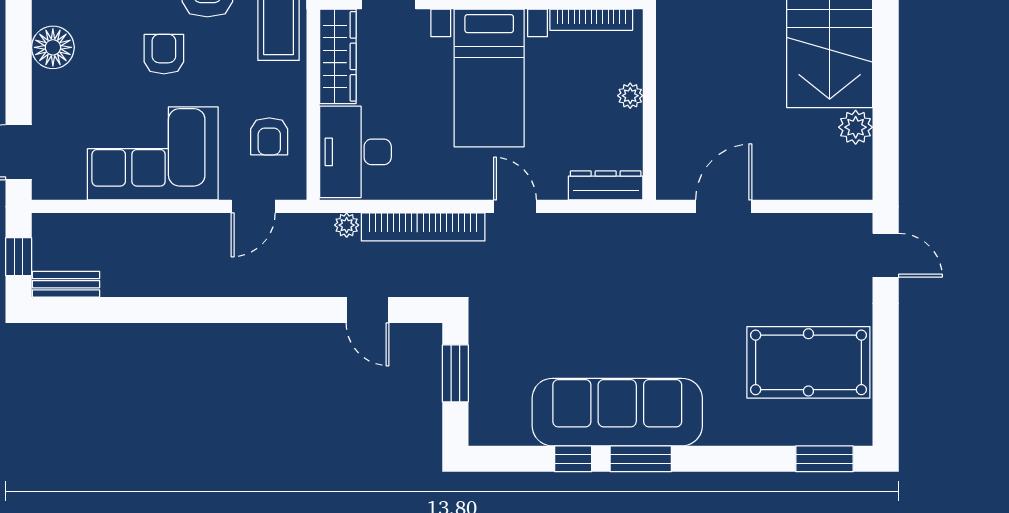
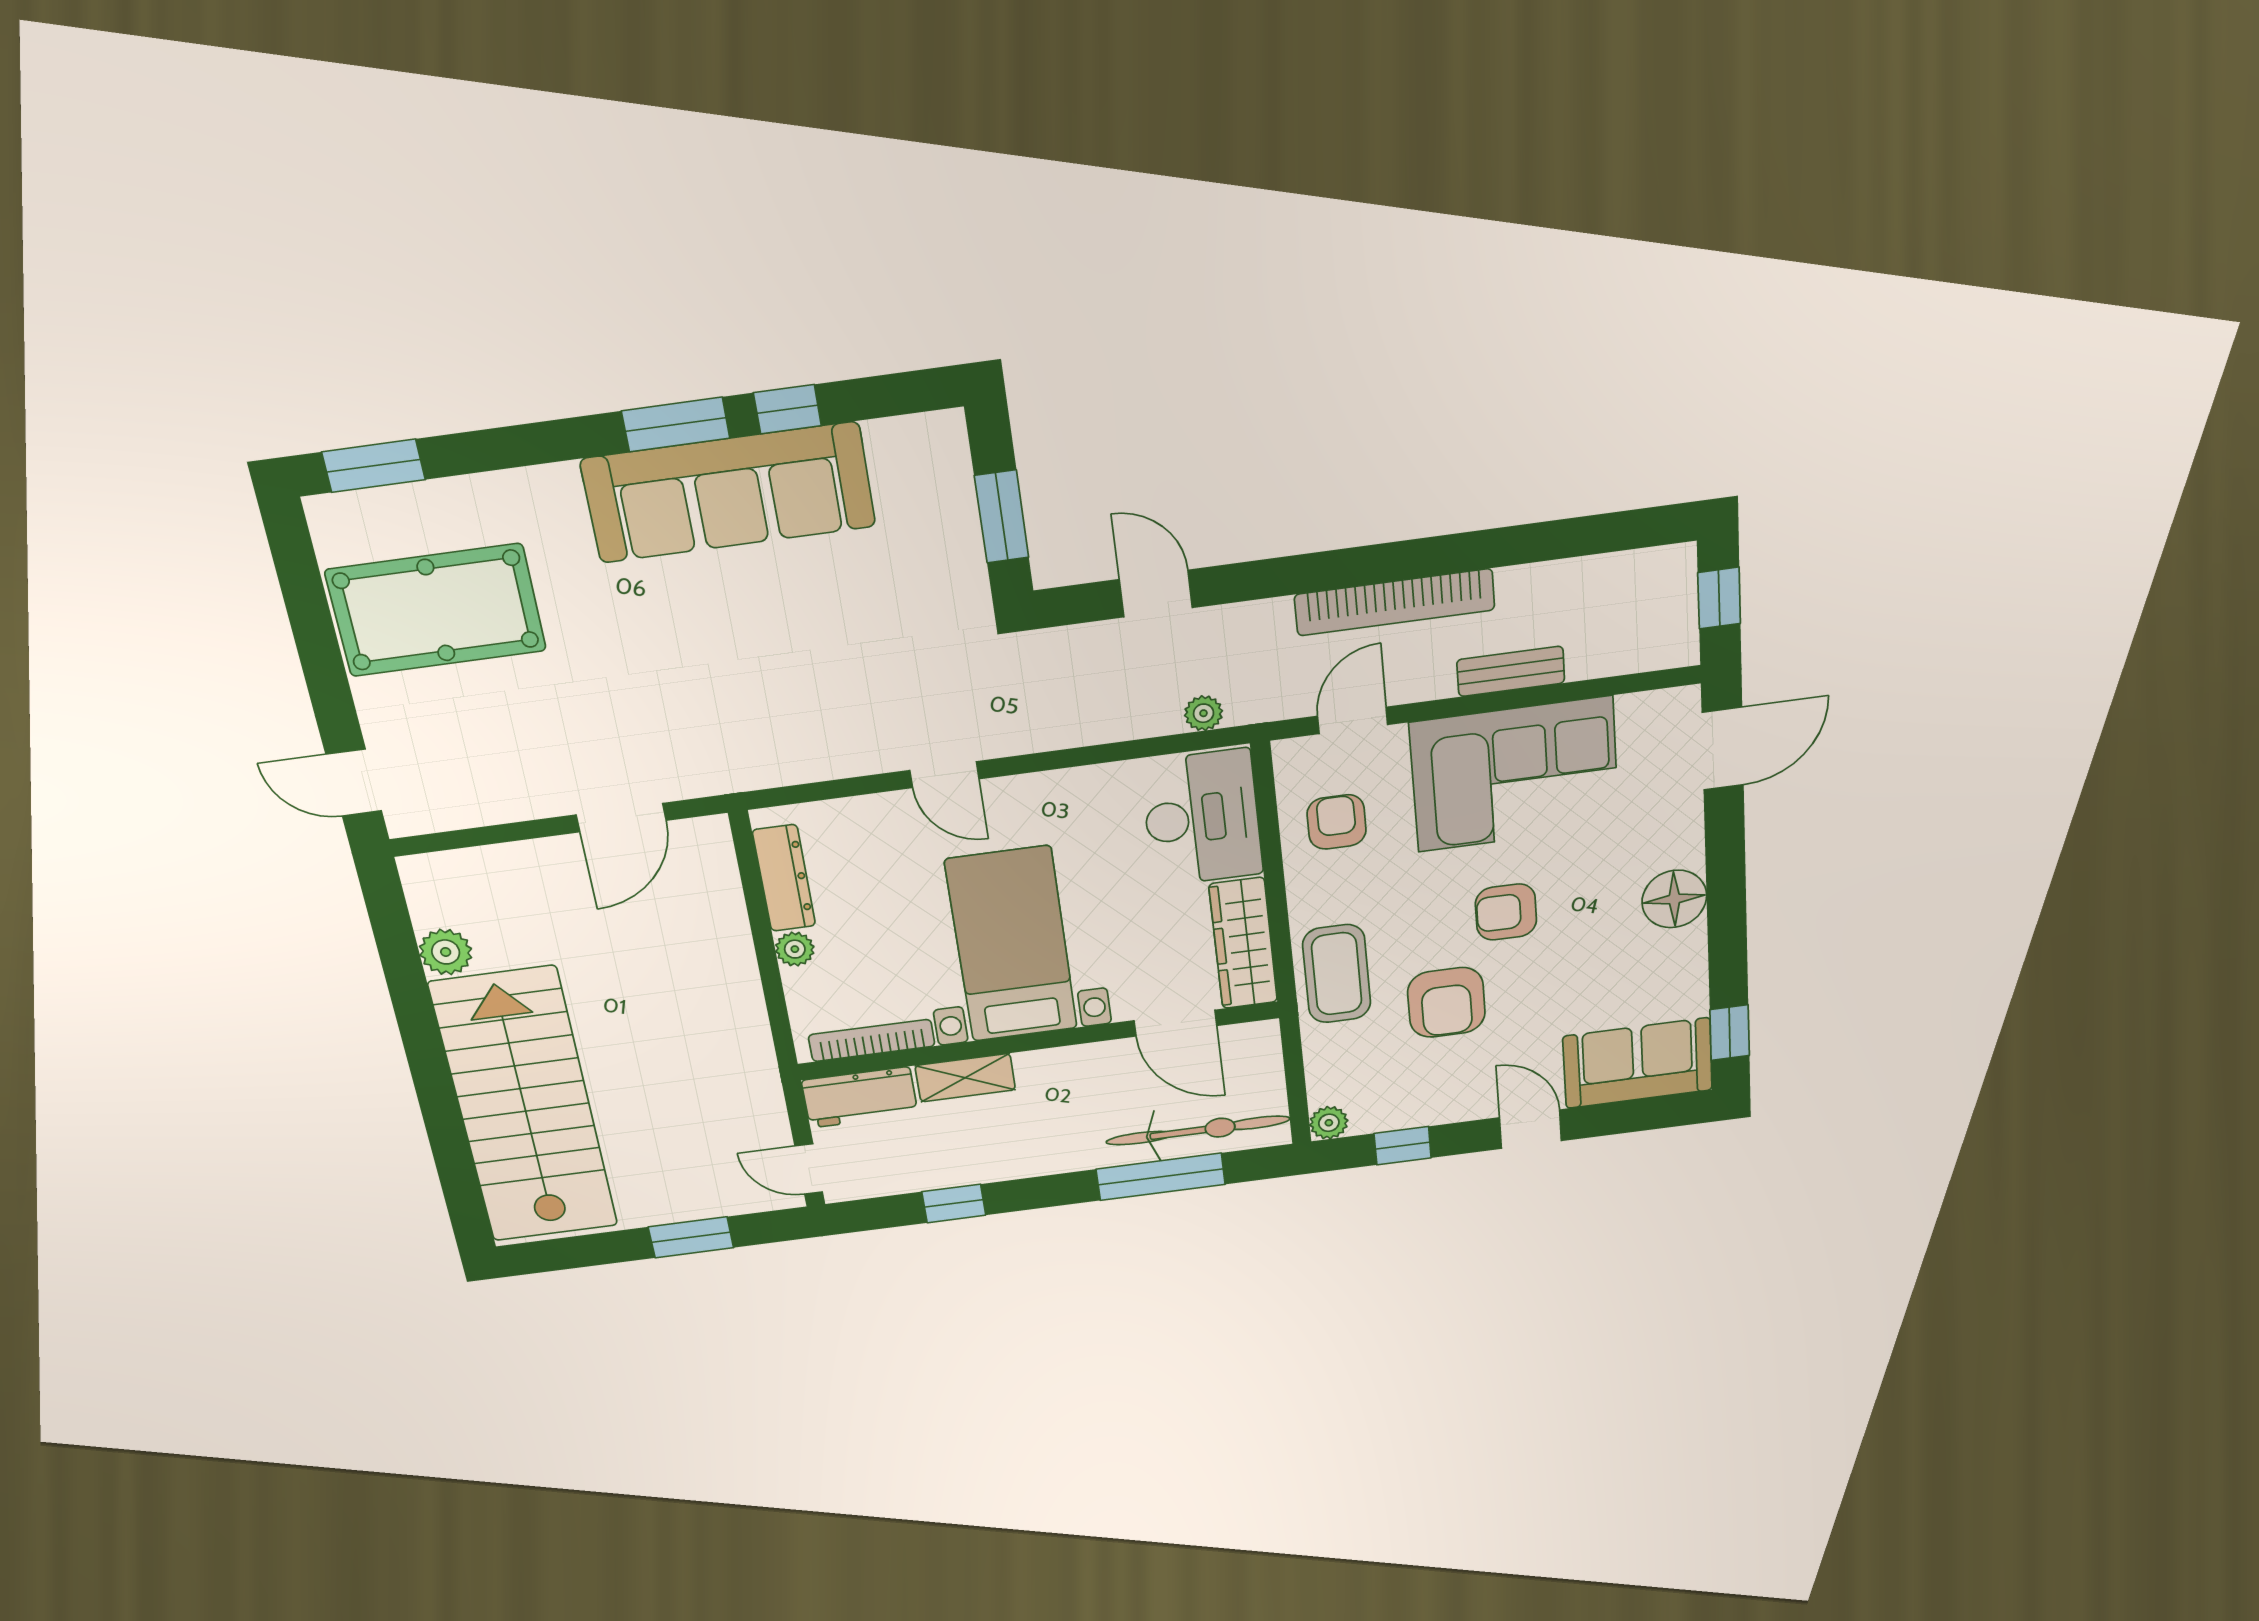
armchair: (164, 54) -> (1506, 912), turned 90
dresser: (606, 185) -> (784, 878), moved, turned -90
bookcase: (423, 227) -> (1395, 602), moved, turned 180
bench: (66, 284) -> (1511, 671), moved

